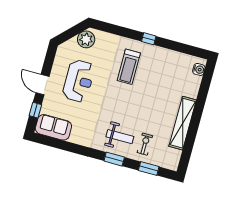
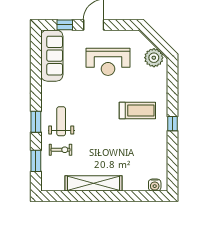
treadmill: (129, 67) -> (137, 111), turned 180
sofa: (53, 127) -> (52, 56), width x1.36
weight bench: (120, 137) -> (61, 121), turned 180

